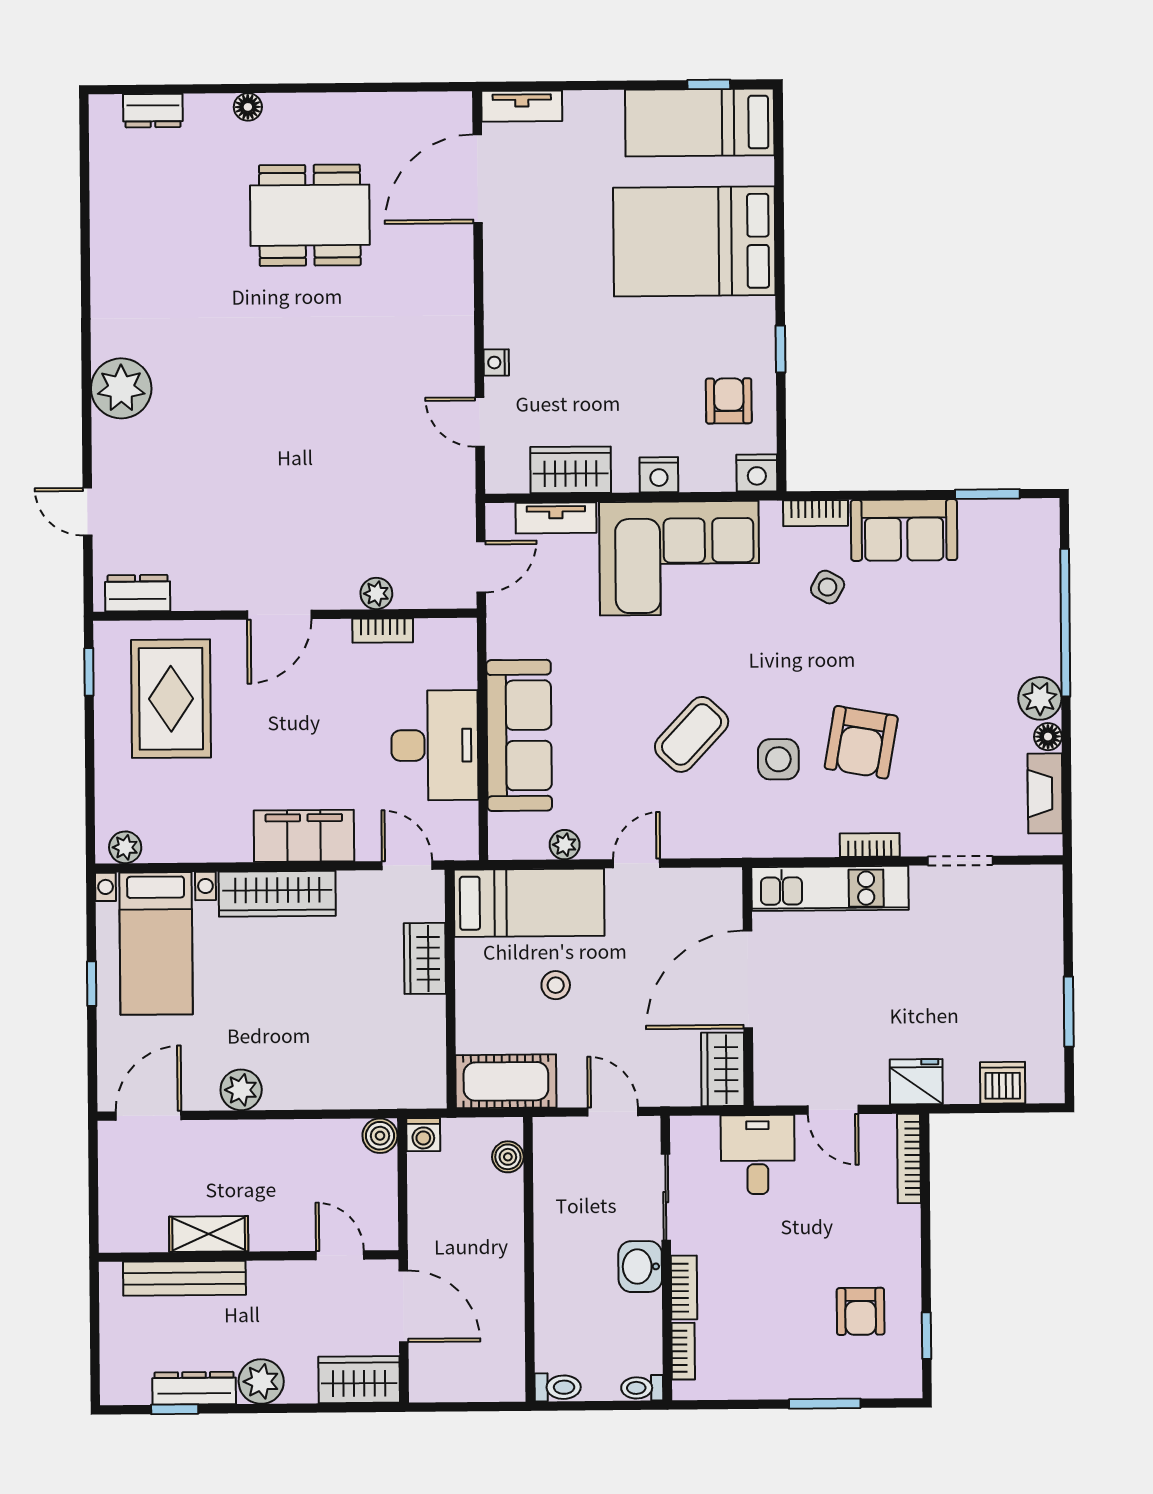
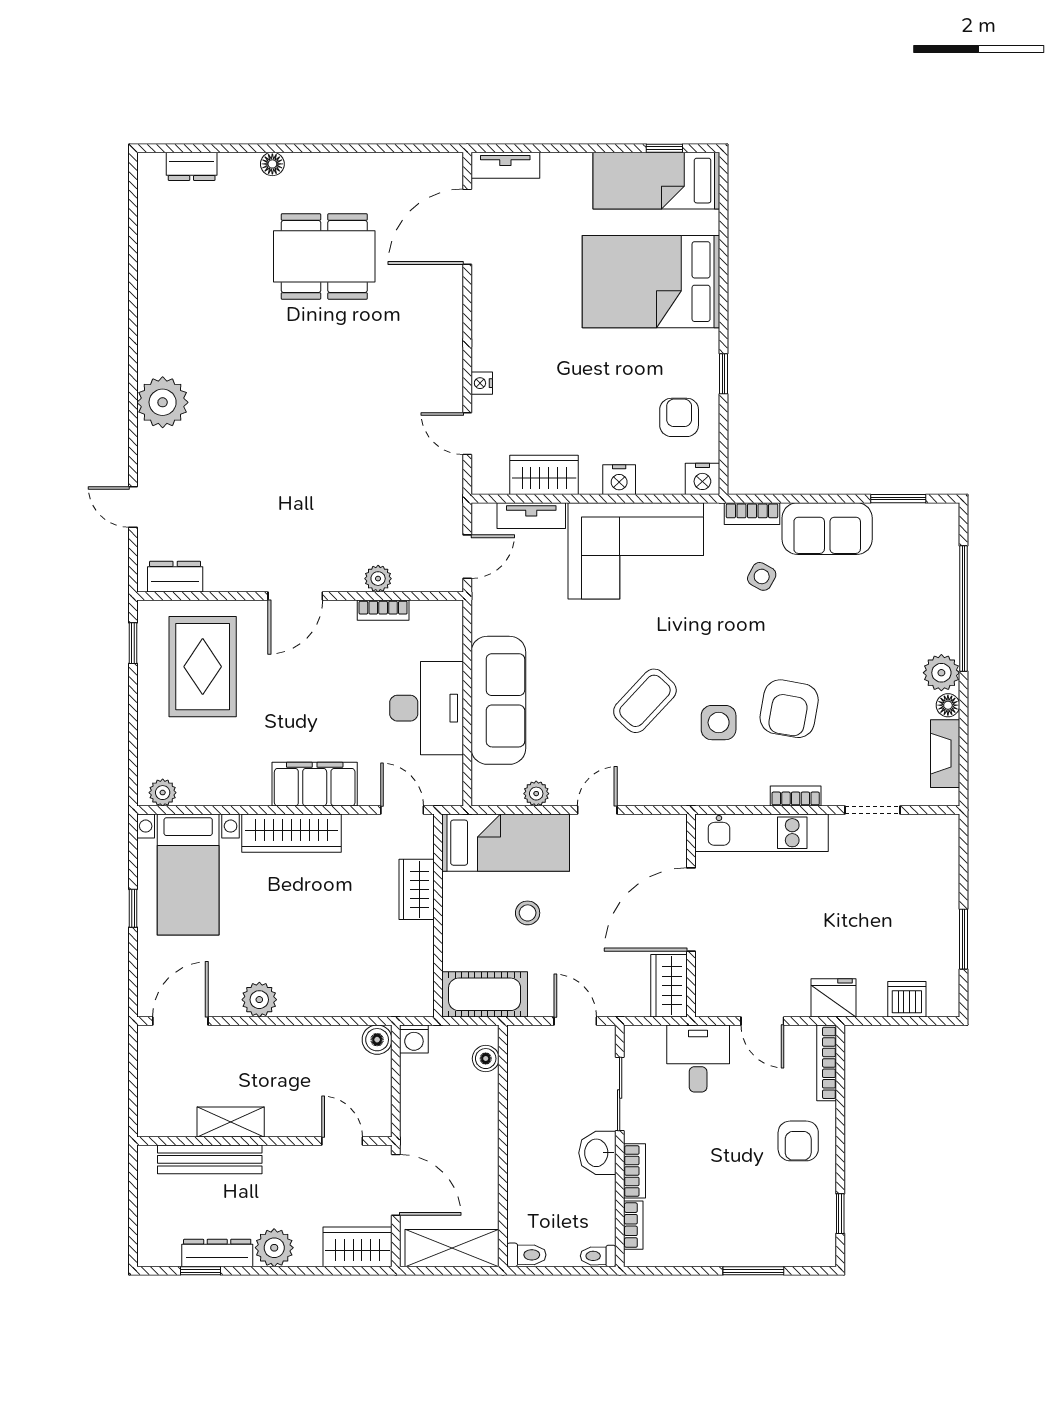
armchair: (861, 1311) -> (798, 1141), moved
shelving: (470, 1380) -> (452, 1248), added

